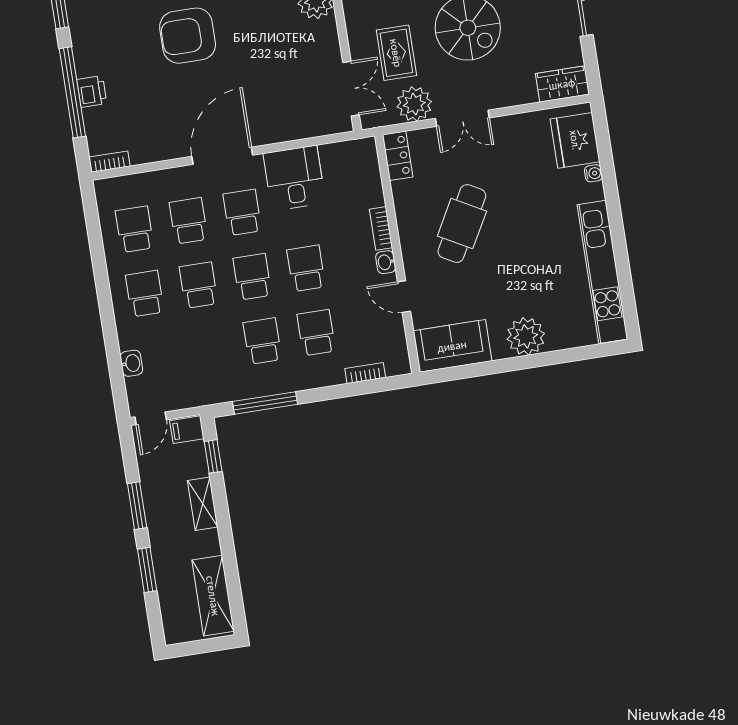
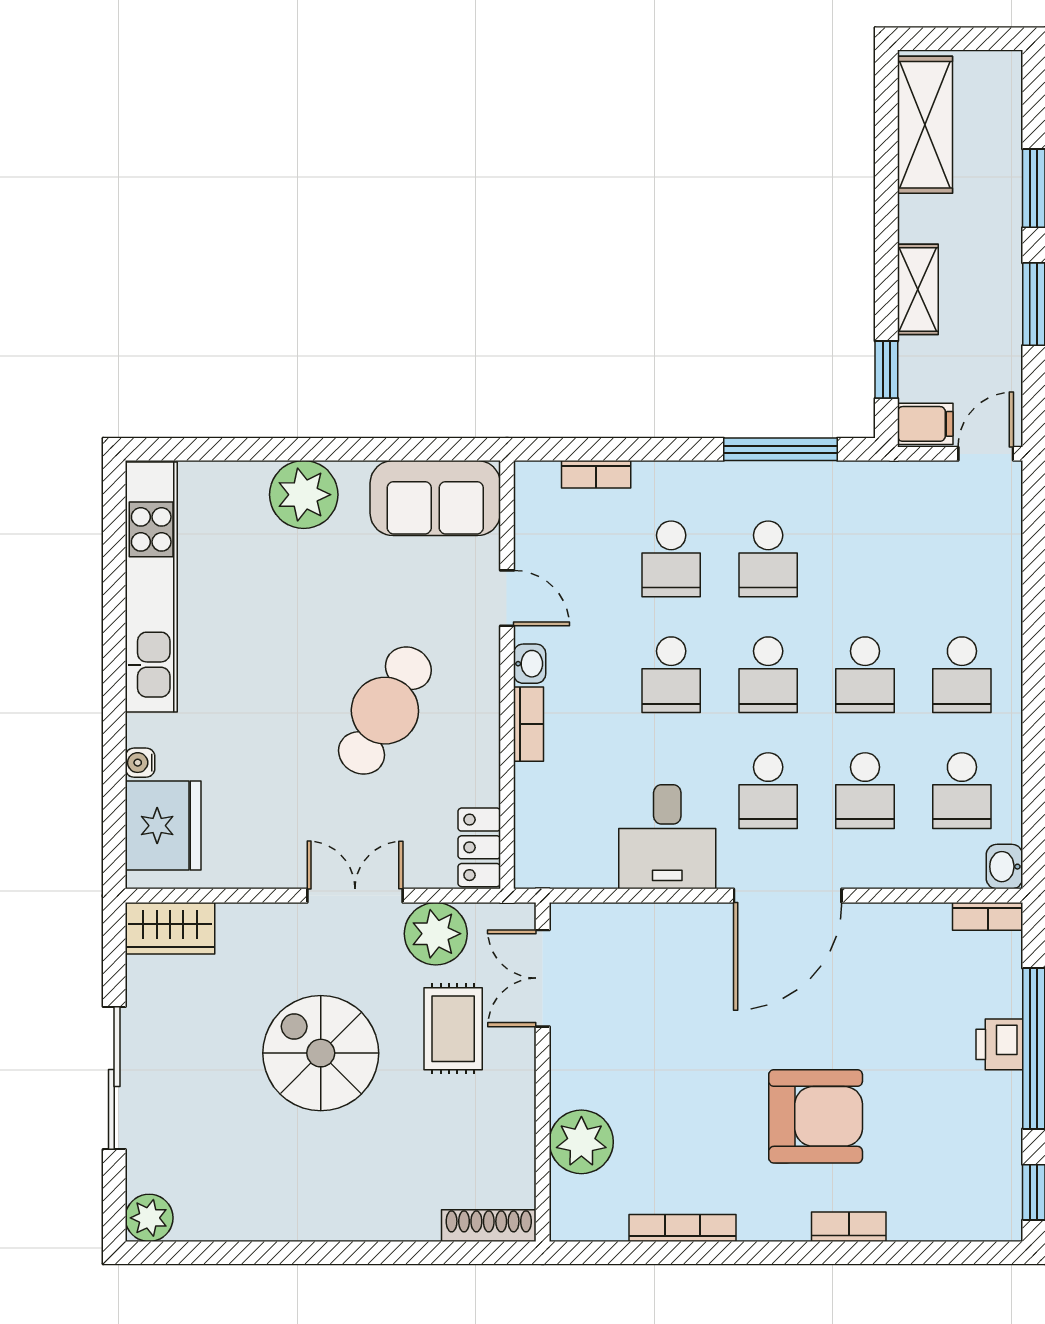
washbasin: (131, 363) -> (1004, 867), moved

